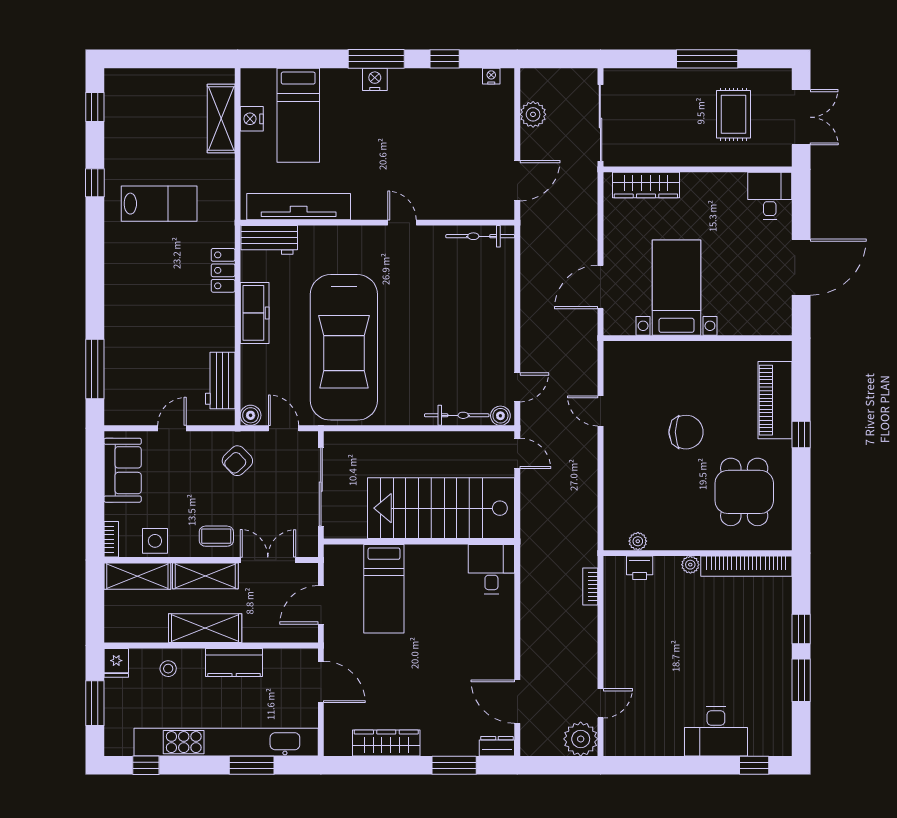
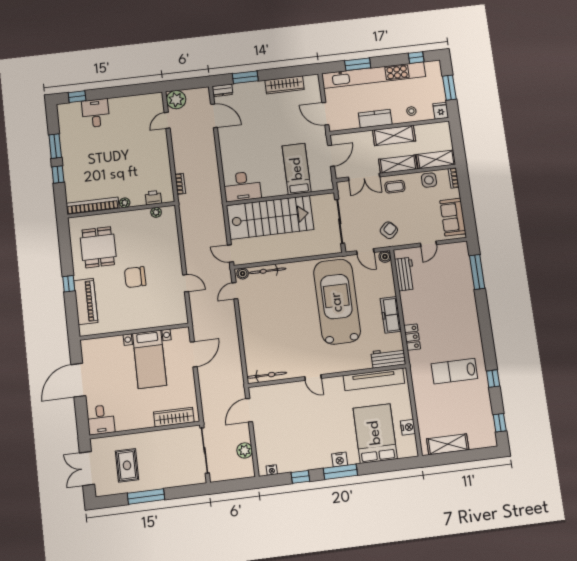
bed: (298, 115) -> (375, 433), width x1.50
shelving: (221, 118) -> (448, 444), moved, turned 90
desk: (491, 569) -> (242, 186), width x1.37
desk: (716, 731) -> (96, 113), width x0.73

